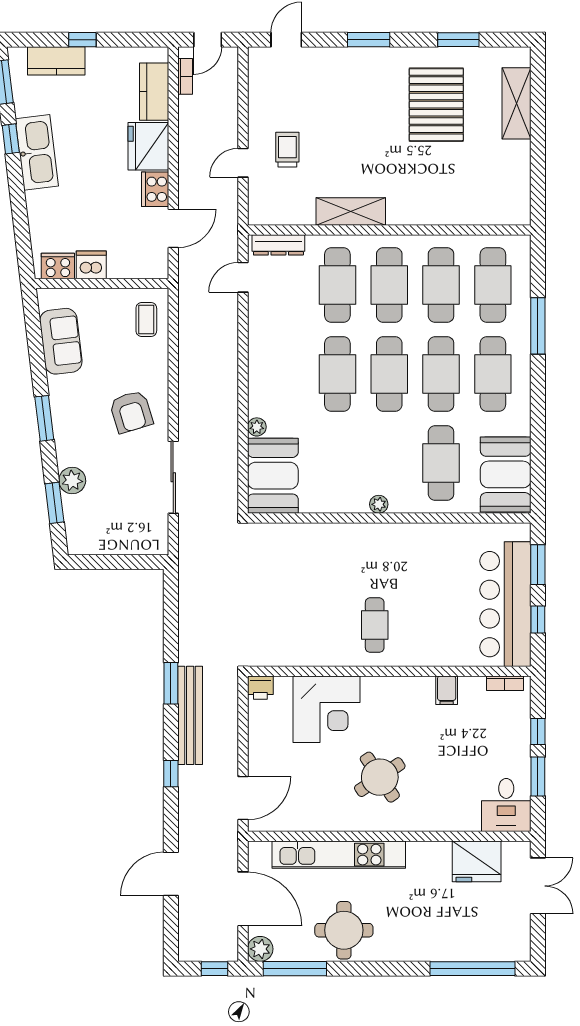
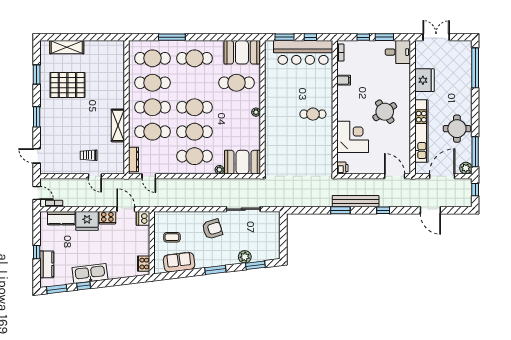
dishwasher: (91, 265) -> (143, 218), moved
coffee table: (146, 320) -> (172, 237), moved
cafe table: (441, 374) -> (195, 156), moved
fridge: (477, 861) -> (424, 80), moved

